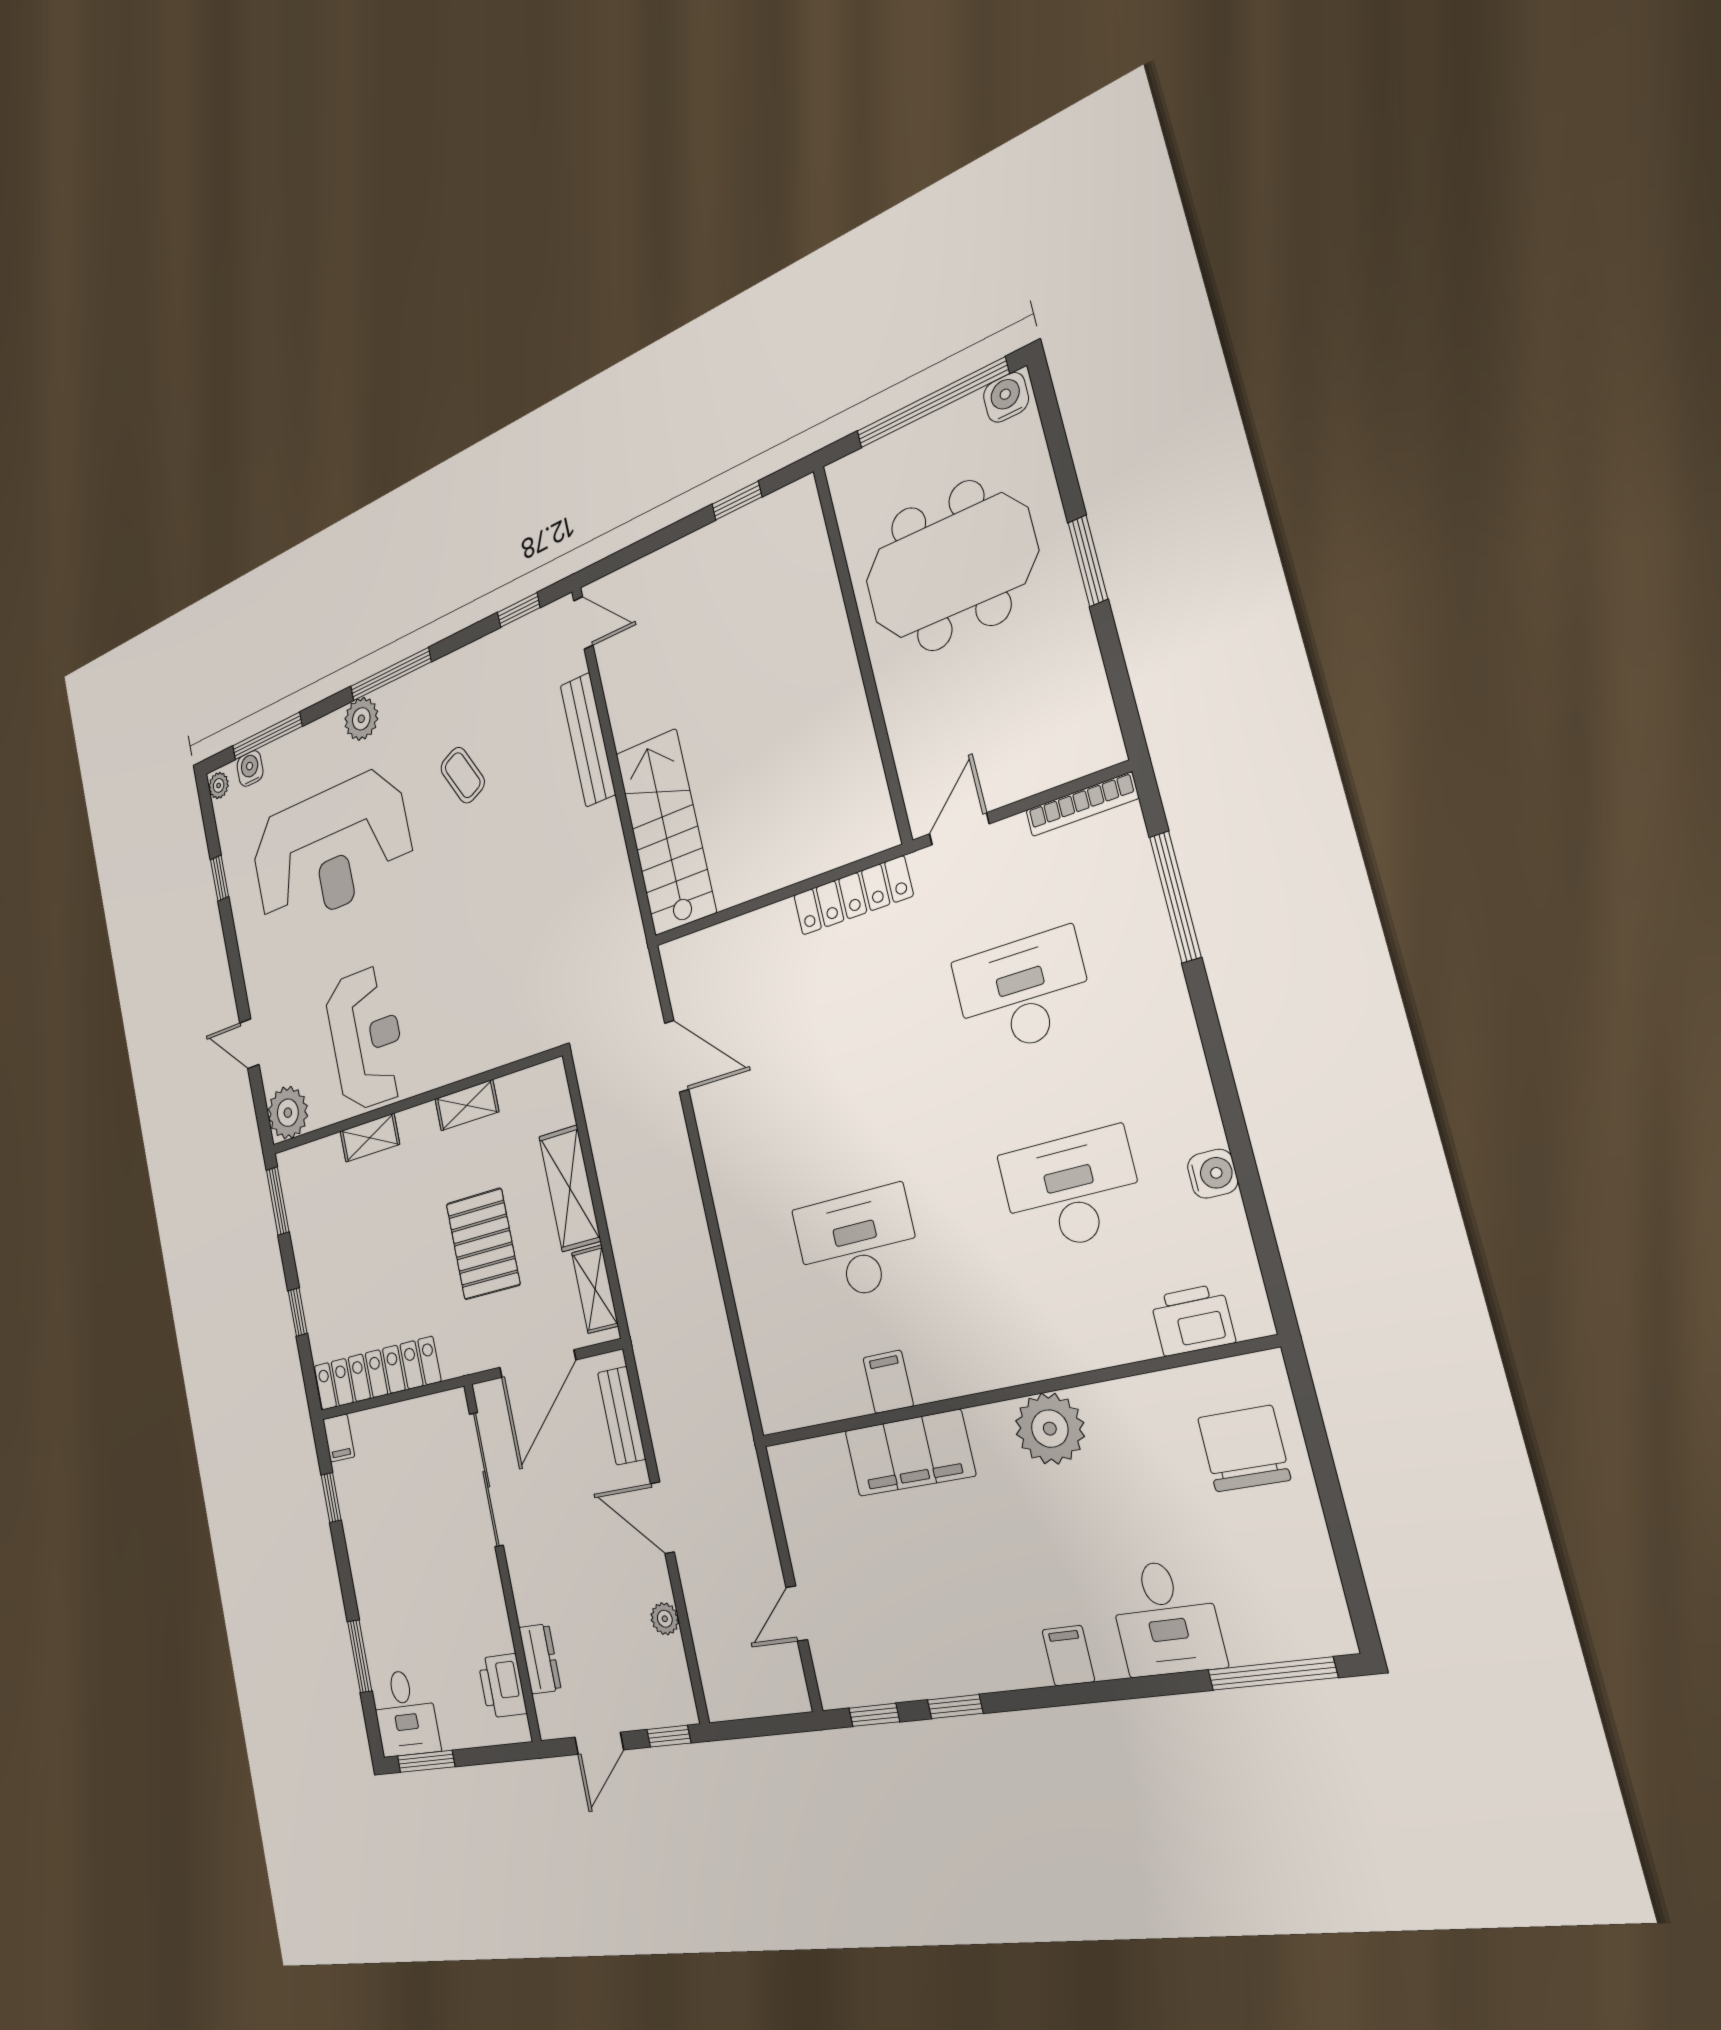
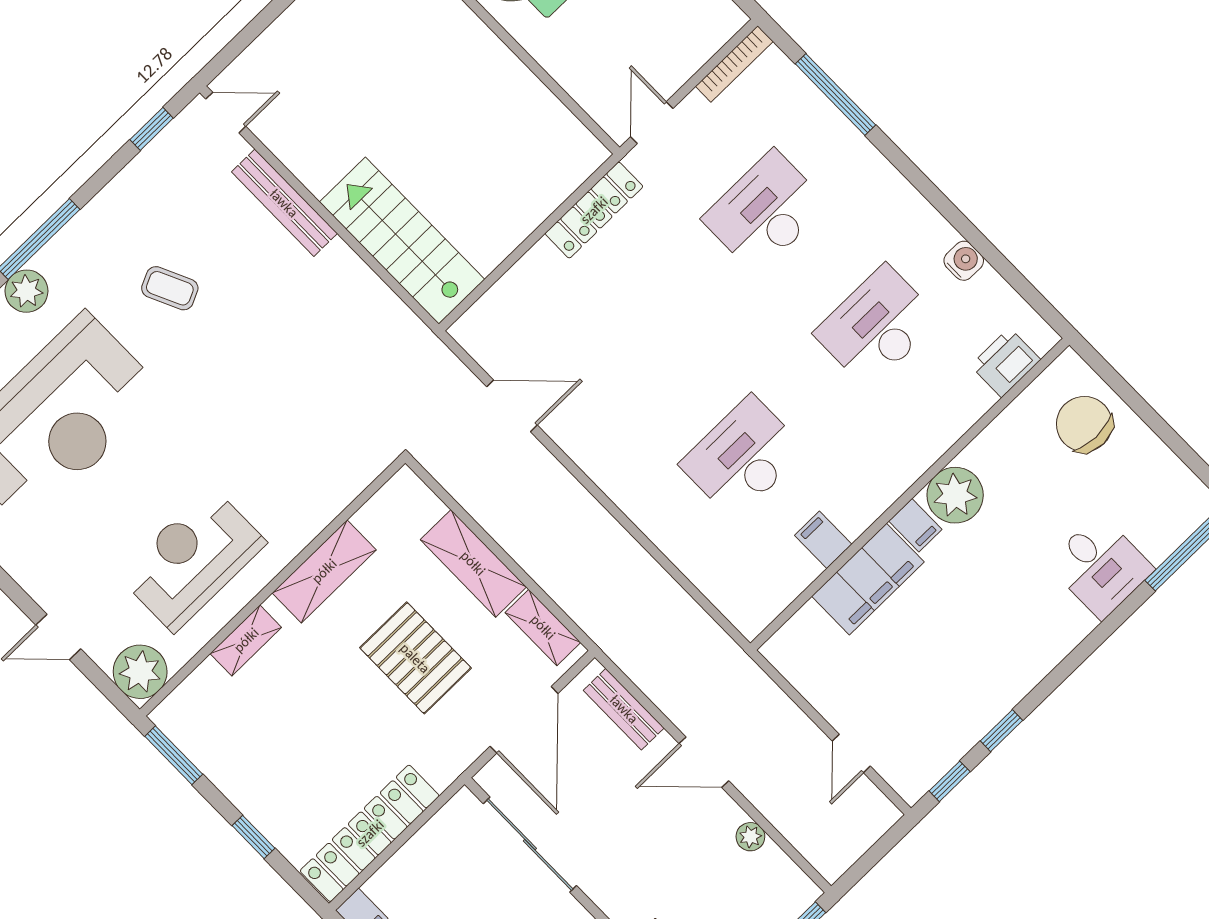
reception desk: (366, 1038) -> (192, 559), turned -90
shelving: (467, 1105) -> (324, 571), width x1.50, depth x1.33
filing cabinet: (1068, 1656) -> (915, 525), moved, turned 180

